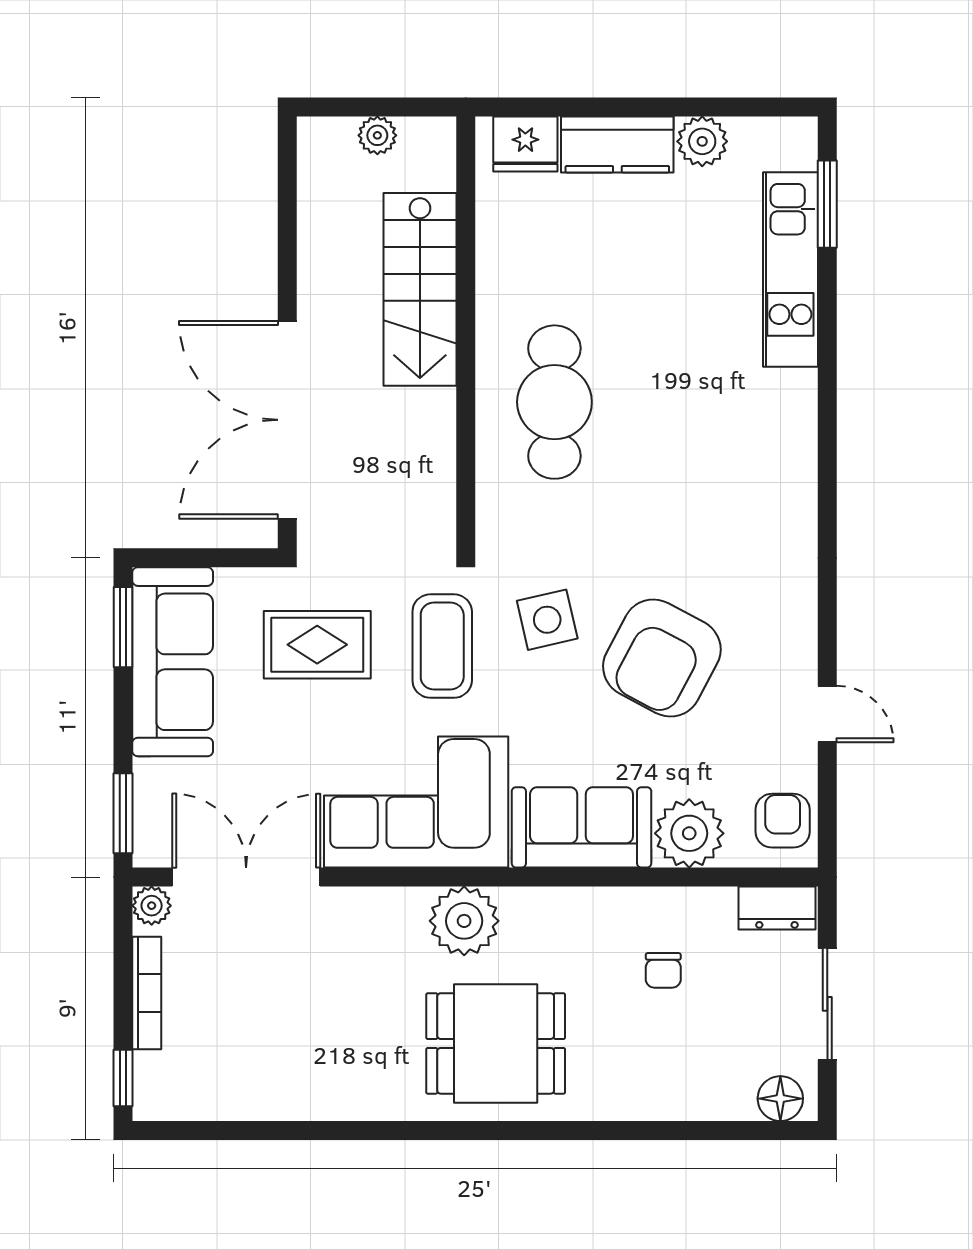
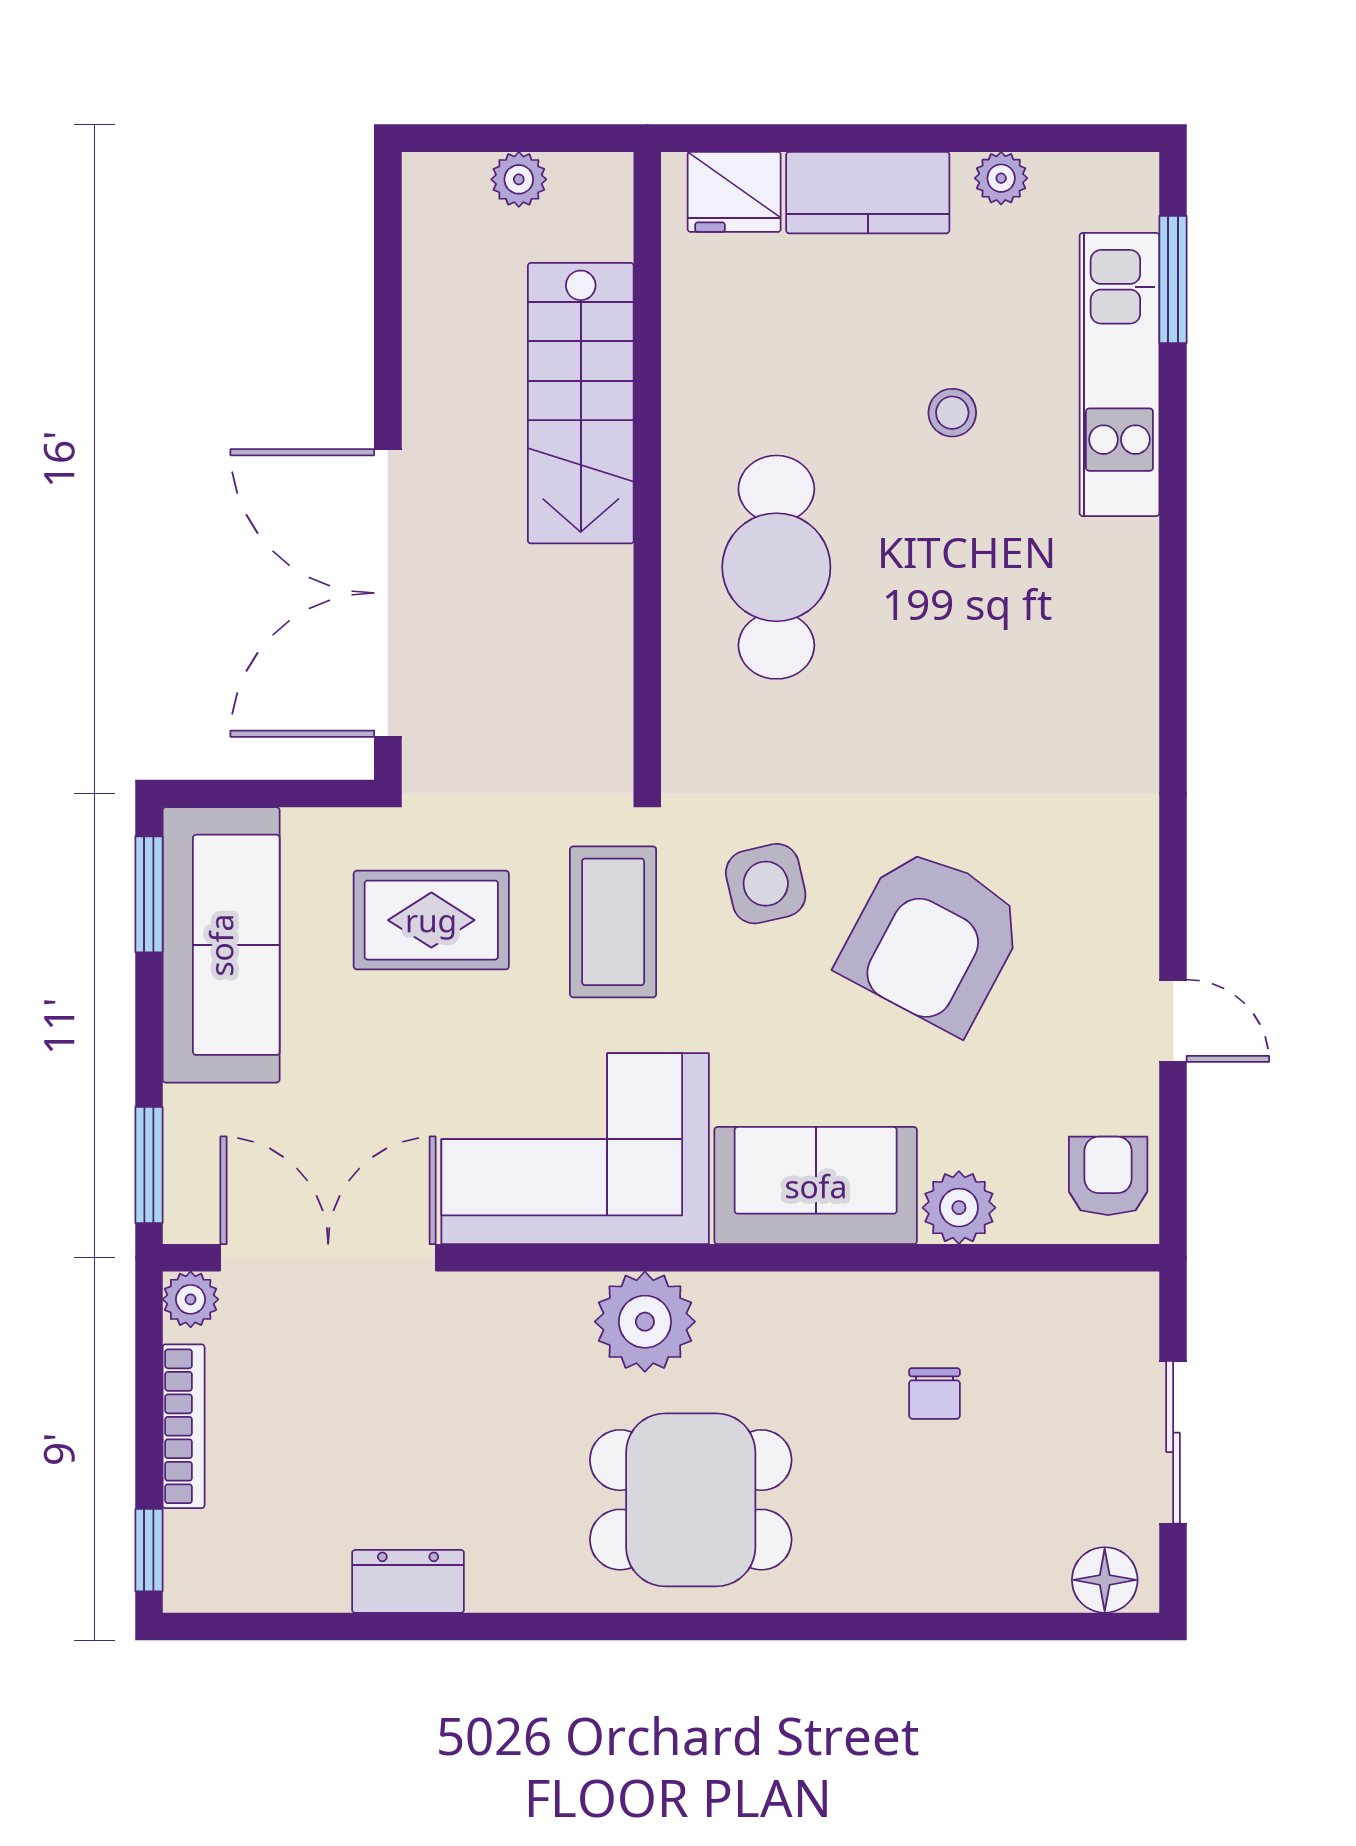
plant: (702, 141) -> (1001, 178), width x0.73, depth x0.73
stool: (675, 296) -> (952, 413), added
plant: (689, 833) -> (959, 1208), width x0.73, depth x0.73
dresser: (777, 908) -> (408, 1581), moved, turned 180

